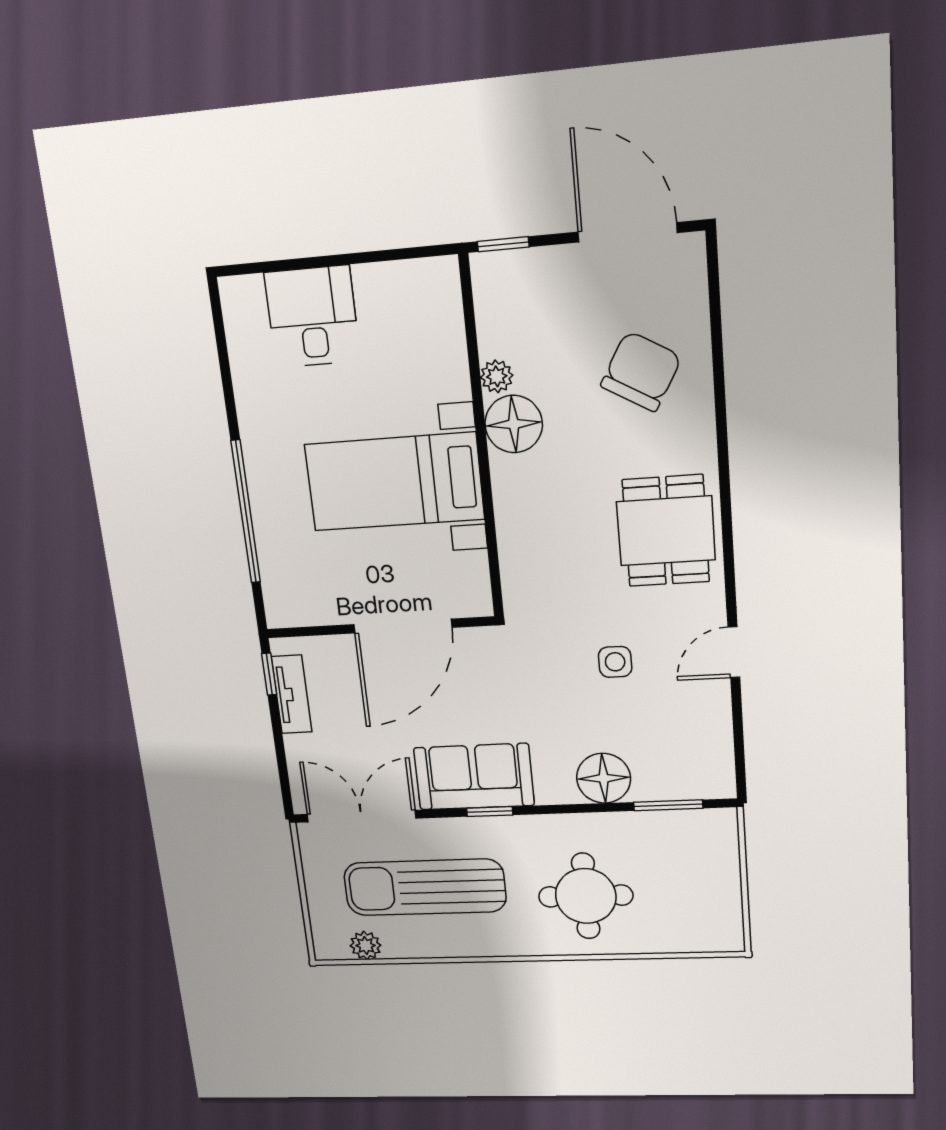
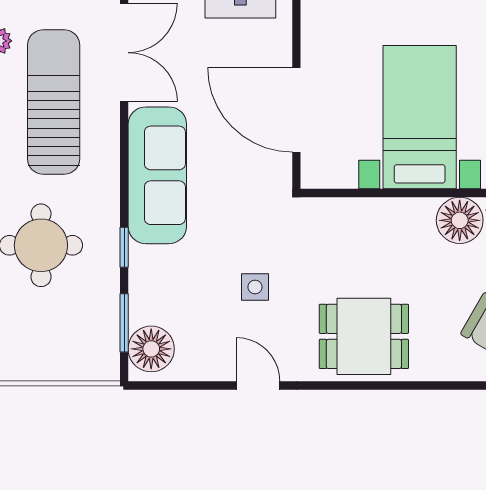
sofa: (474, 777) -> (157, 175), width x1.36
floor lamp: (604, 778) -> (151, 349), moved
window: (490, 812) -> (124, 247), moved

